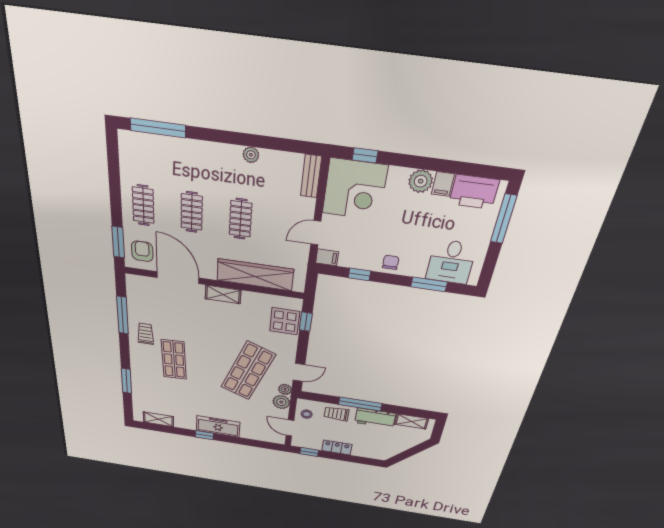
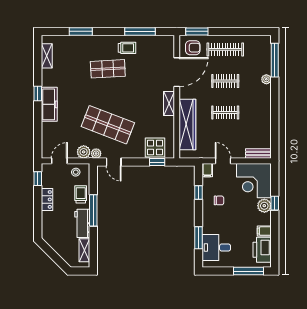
plant: (251, 155) -> (266, 79), moved
window: (365, 155) -> (275, 203), moved
plant: (421, 181) -> (264, 206), moved
clothes rail: (143, 205) -> (225, 49), width x1.36
chair: (391, 262) -> (219, 200), moved

